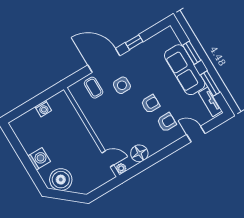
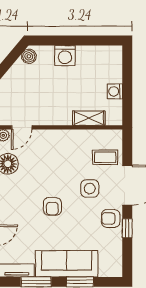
shelving: (73, 116) -> (89, 118), added
armchair: (167, 122) -> (111, 218), moved, turned 90
boiler: (61, 180) -> (29, 56), width x0.54, depth x0.54

